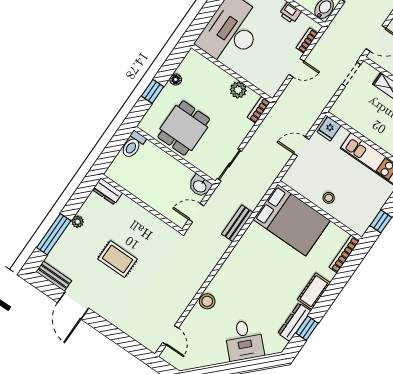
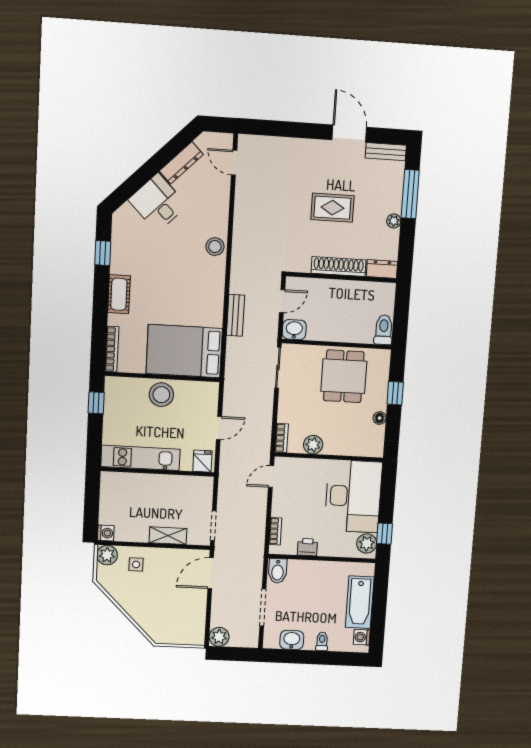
door: (297, 68) -> (271, 476), moved
stool: (329, 198) -> (161, 395), width x1.89, depth x1.89
shoe rack: (139, 213) -> (339, 267), added
stool: (207, 301) -> (215, 247), moved
dresser: (294, 322) -> (181, 163), moved, turned 45

